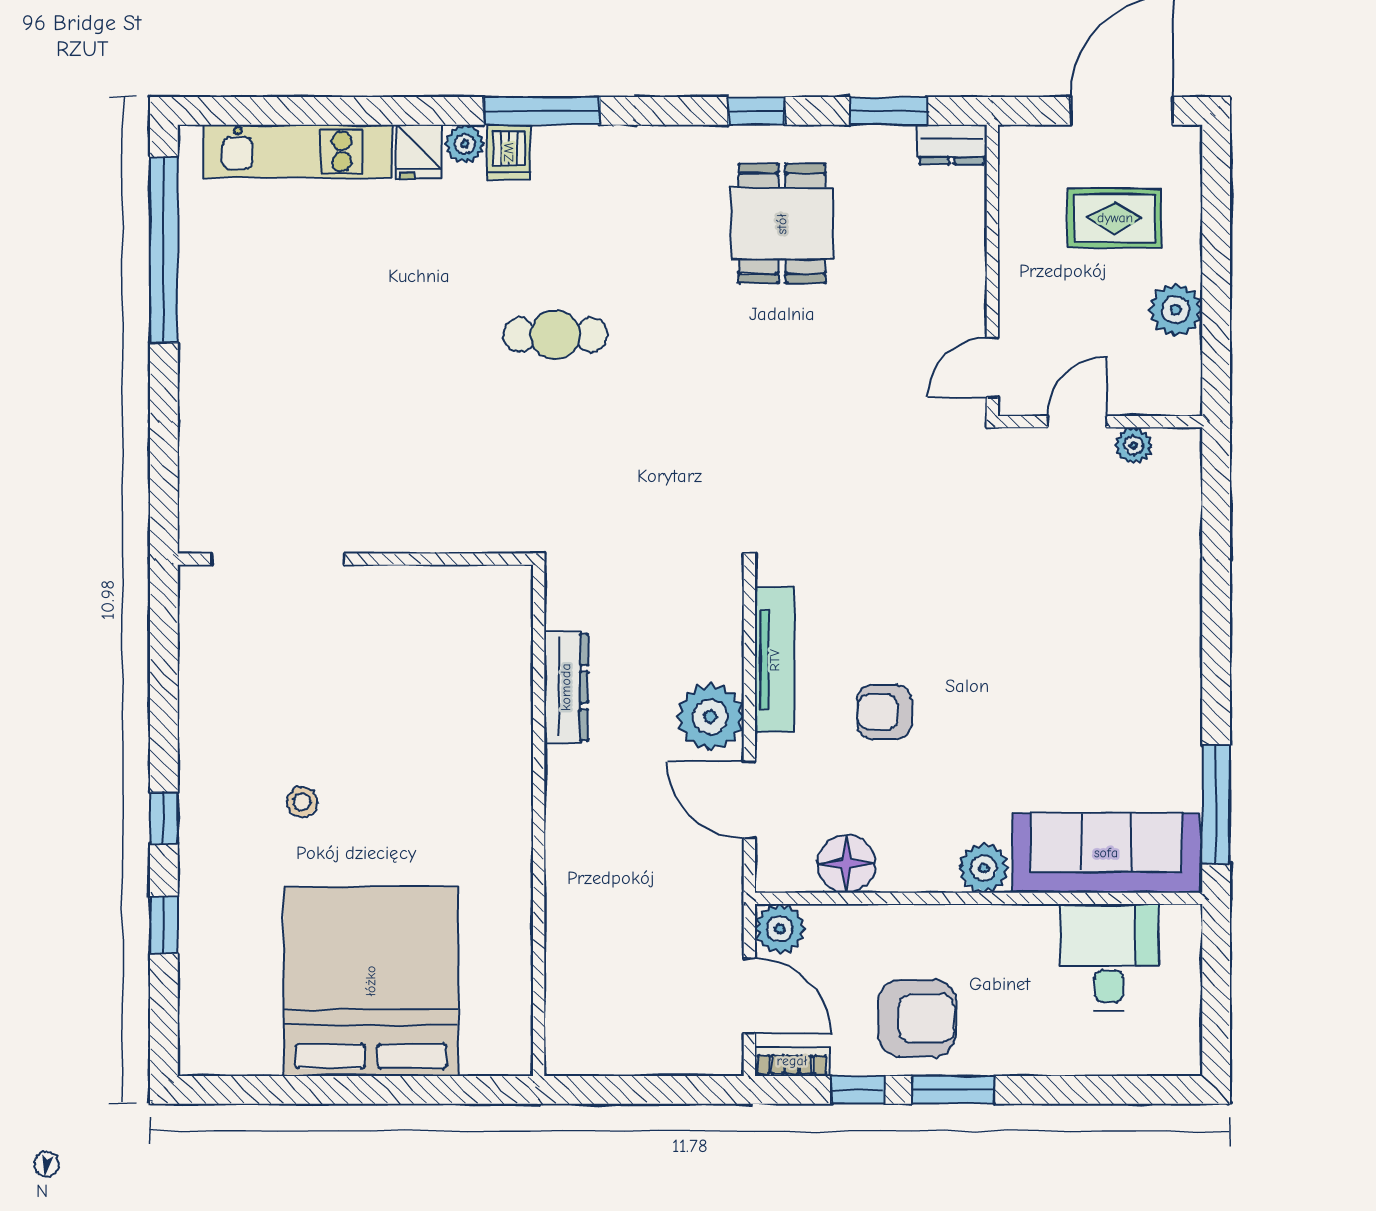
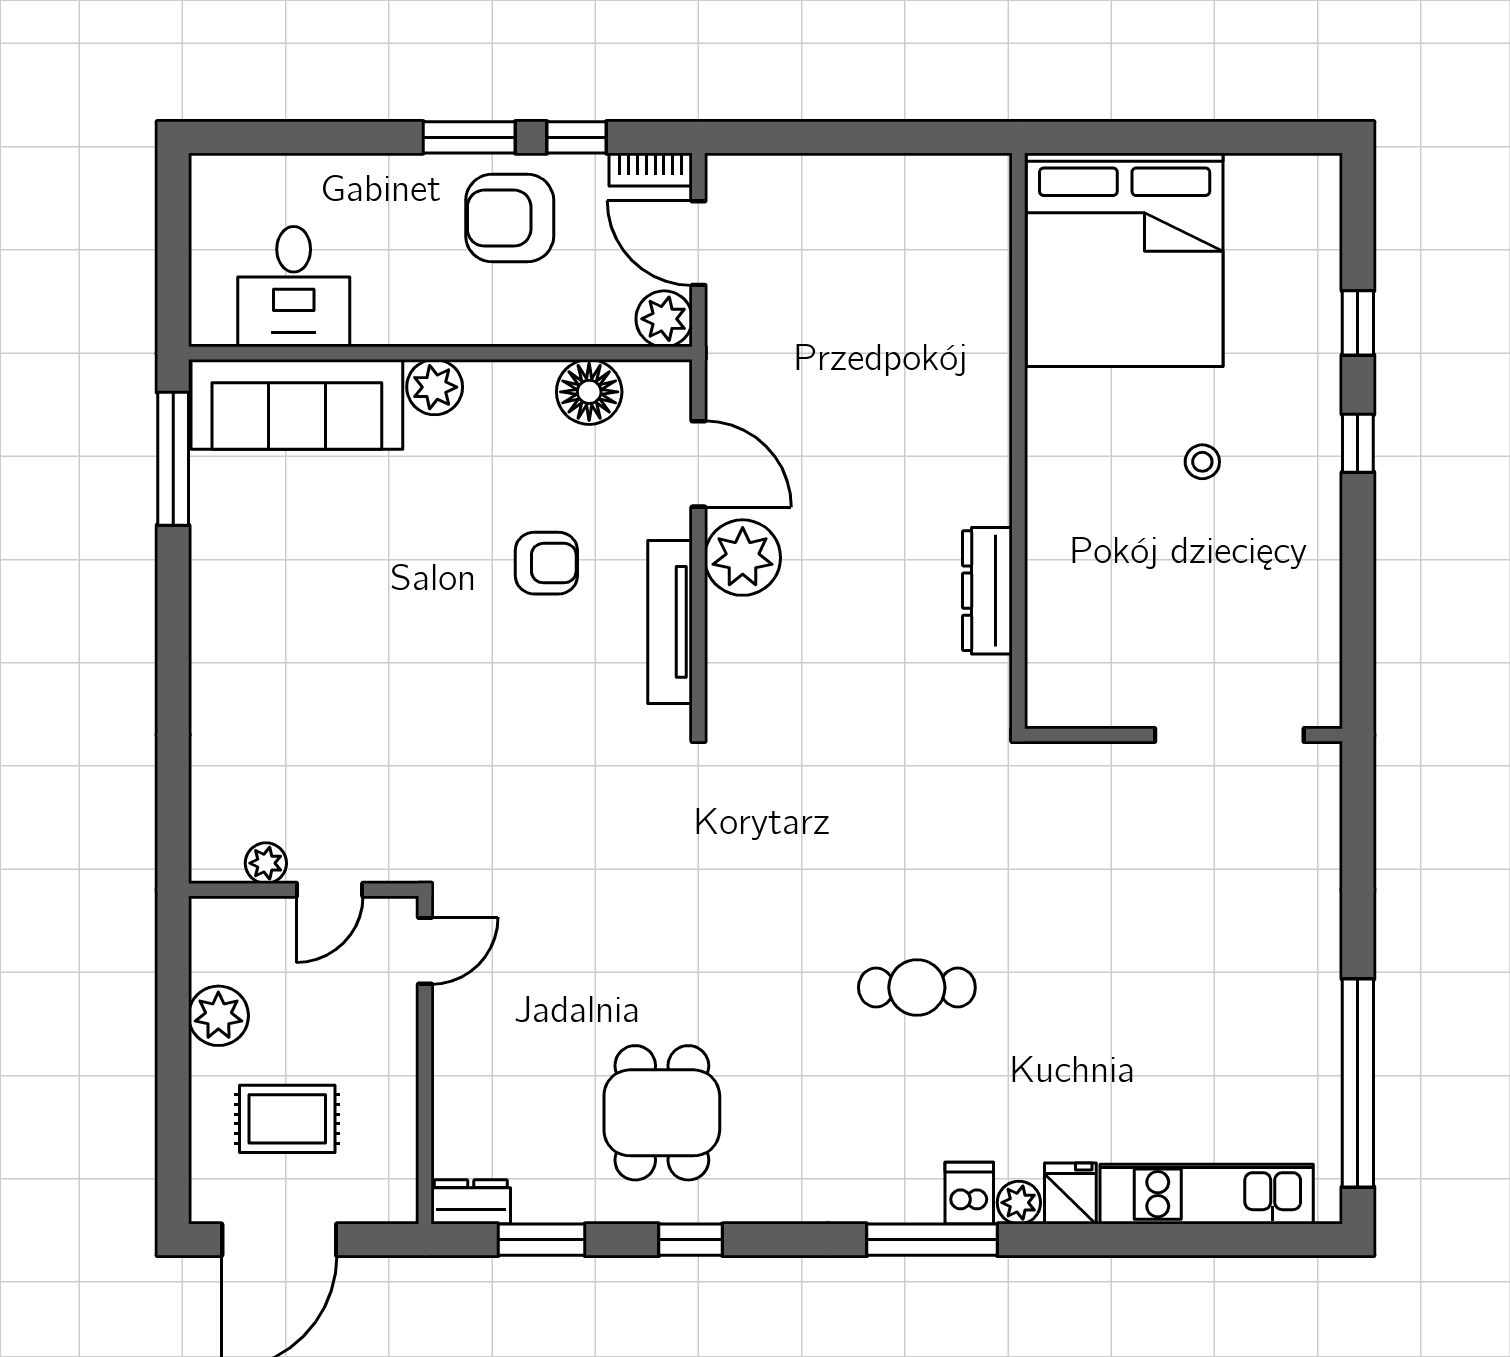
dresser: (566, 687) -> (987, 591), moved
wall: (539, 820) -> (1018, 441), moved

